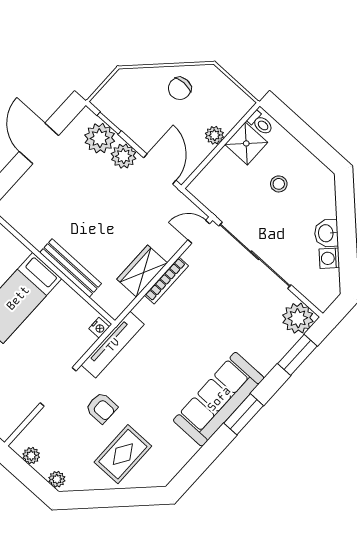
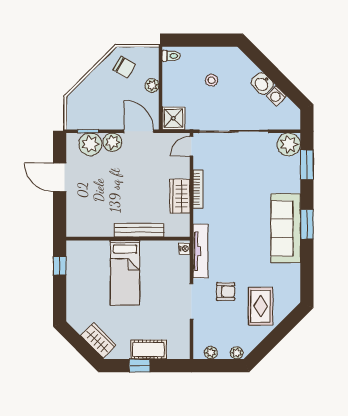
chair: (180, 88) -> (124, 67), moved, turned -60
shower: (246, 143) -> (173, 118), moved

